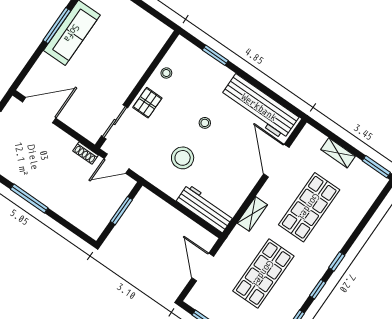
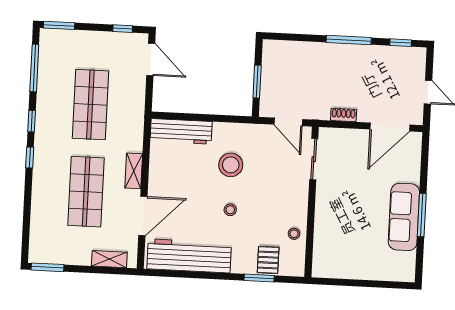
pallet: (147, 103) -> (268, 260), moved
shoe rack: (86, 153) -> (344, 115), moved
shelving: (338, 153) -> (109, 259), moved
door: (276, 161) -> (143, 216), hinge flipped
door: (116, 164) -> (288, 122), swing flipped
shelving: (252, 214) -> (134, 171), moved
door: (203, 267) -> (151, 59), moved

